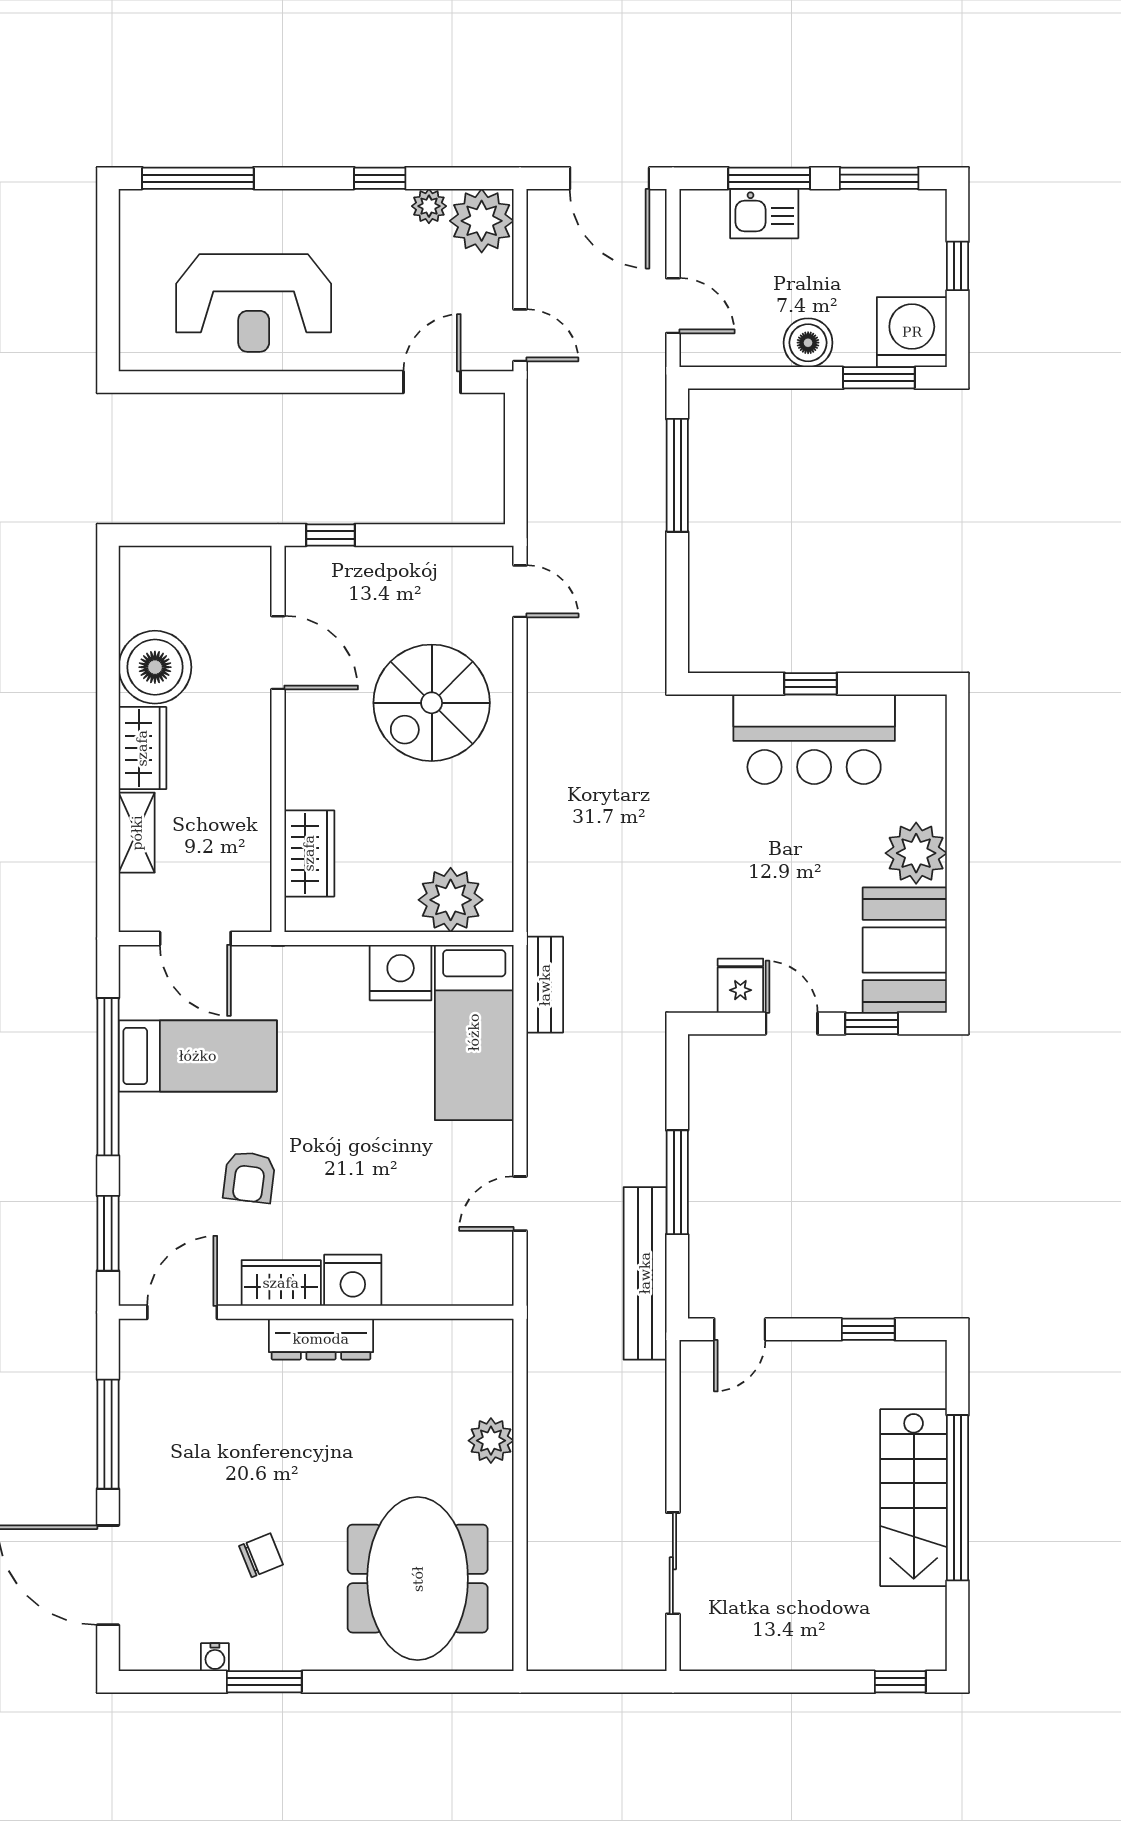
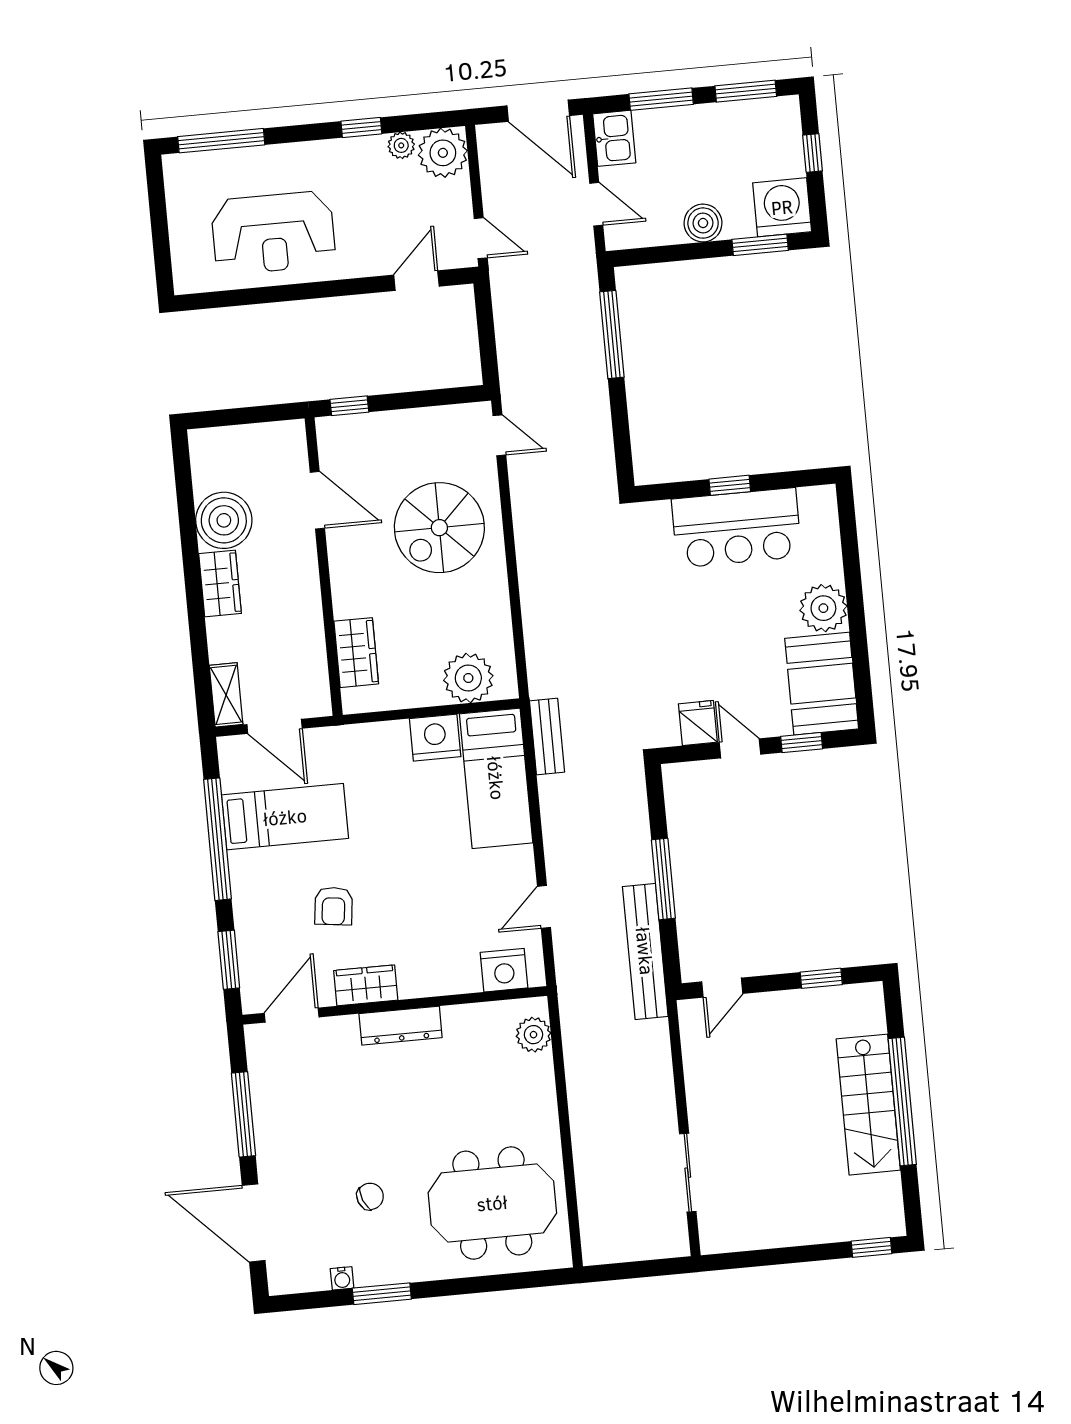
kitchen sink: (764, 214) -> (614, 138), moved, turned -90
shelving: (137, 833) -> (226, 695), moved
nightstand: (353, 1280) -> (504, 970), moved
plant: (491, 1441) -> (533, 1035), moved
meeting table: (418, 1579) -> (492, 1203), turned 90

